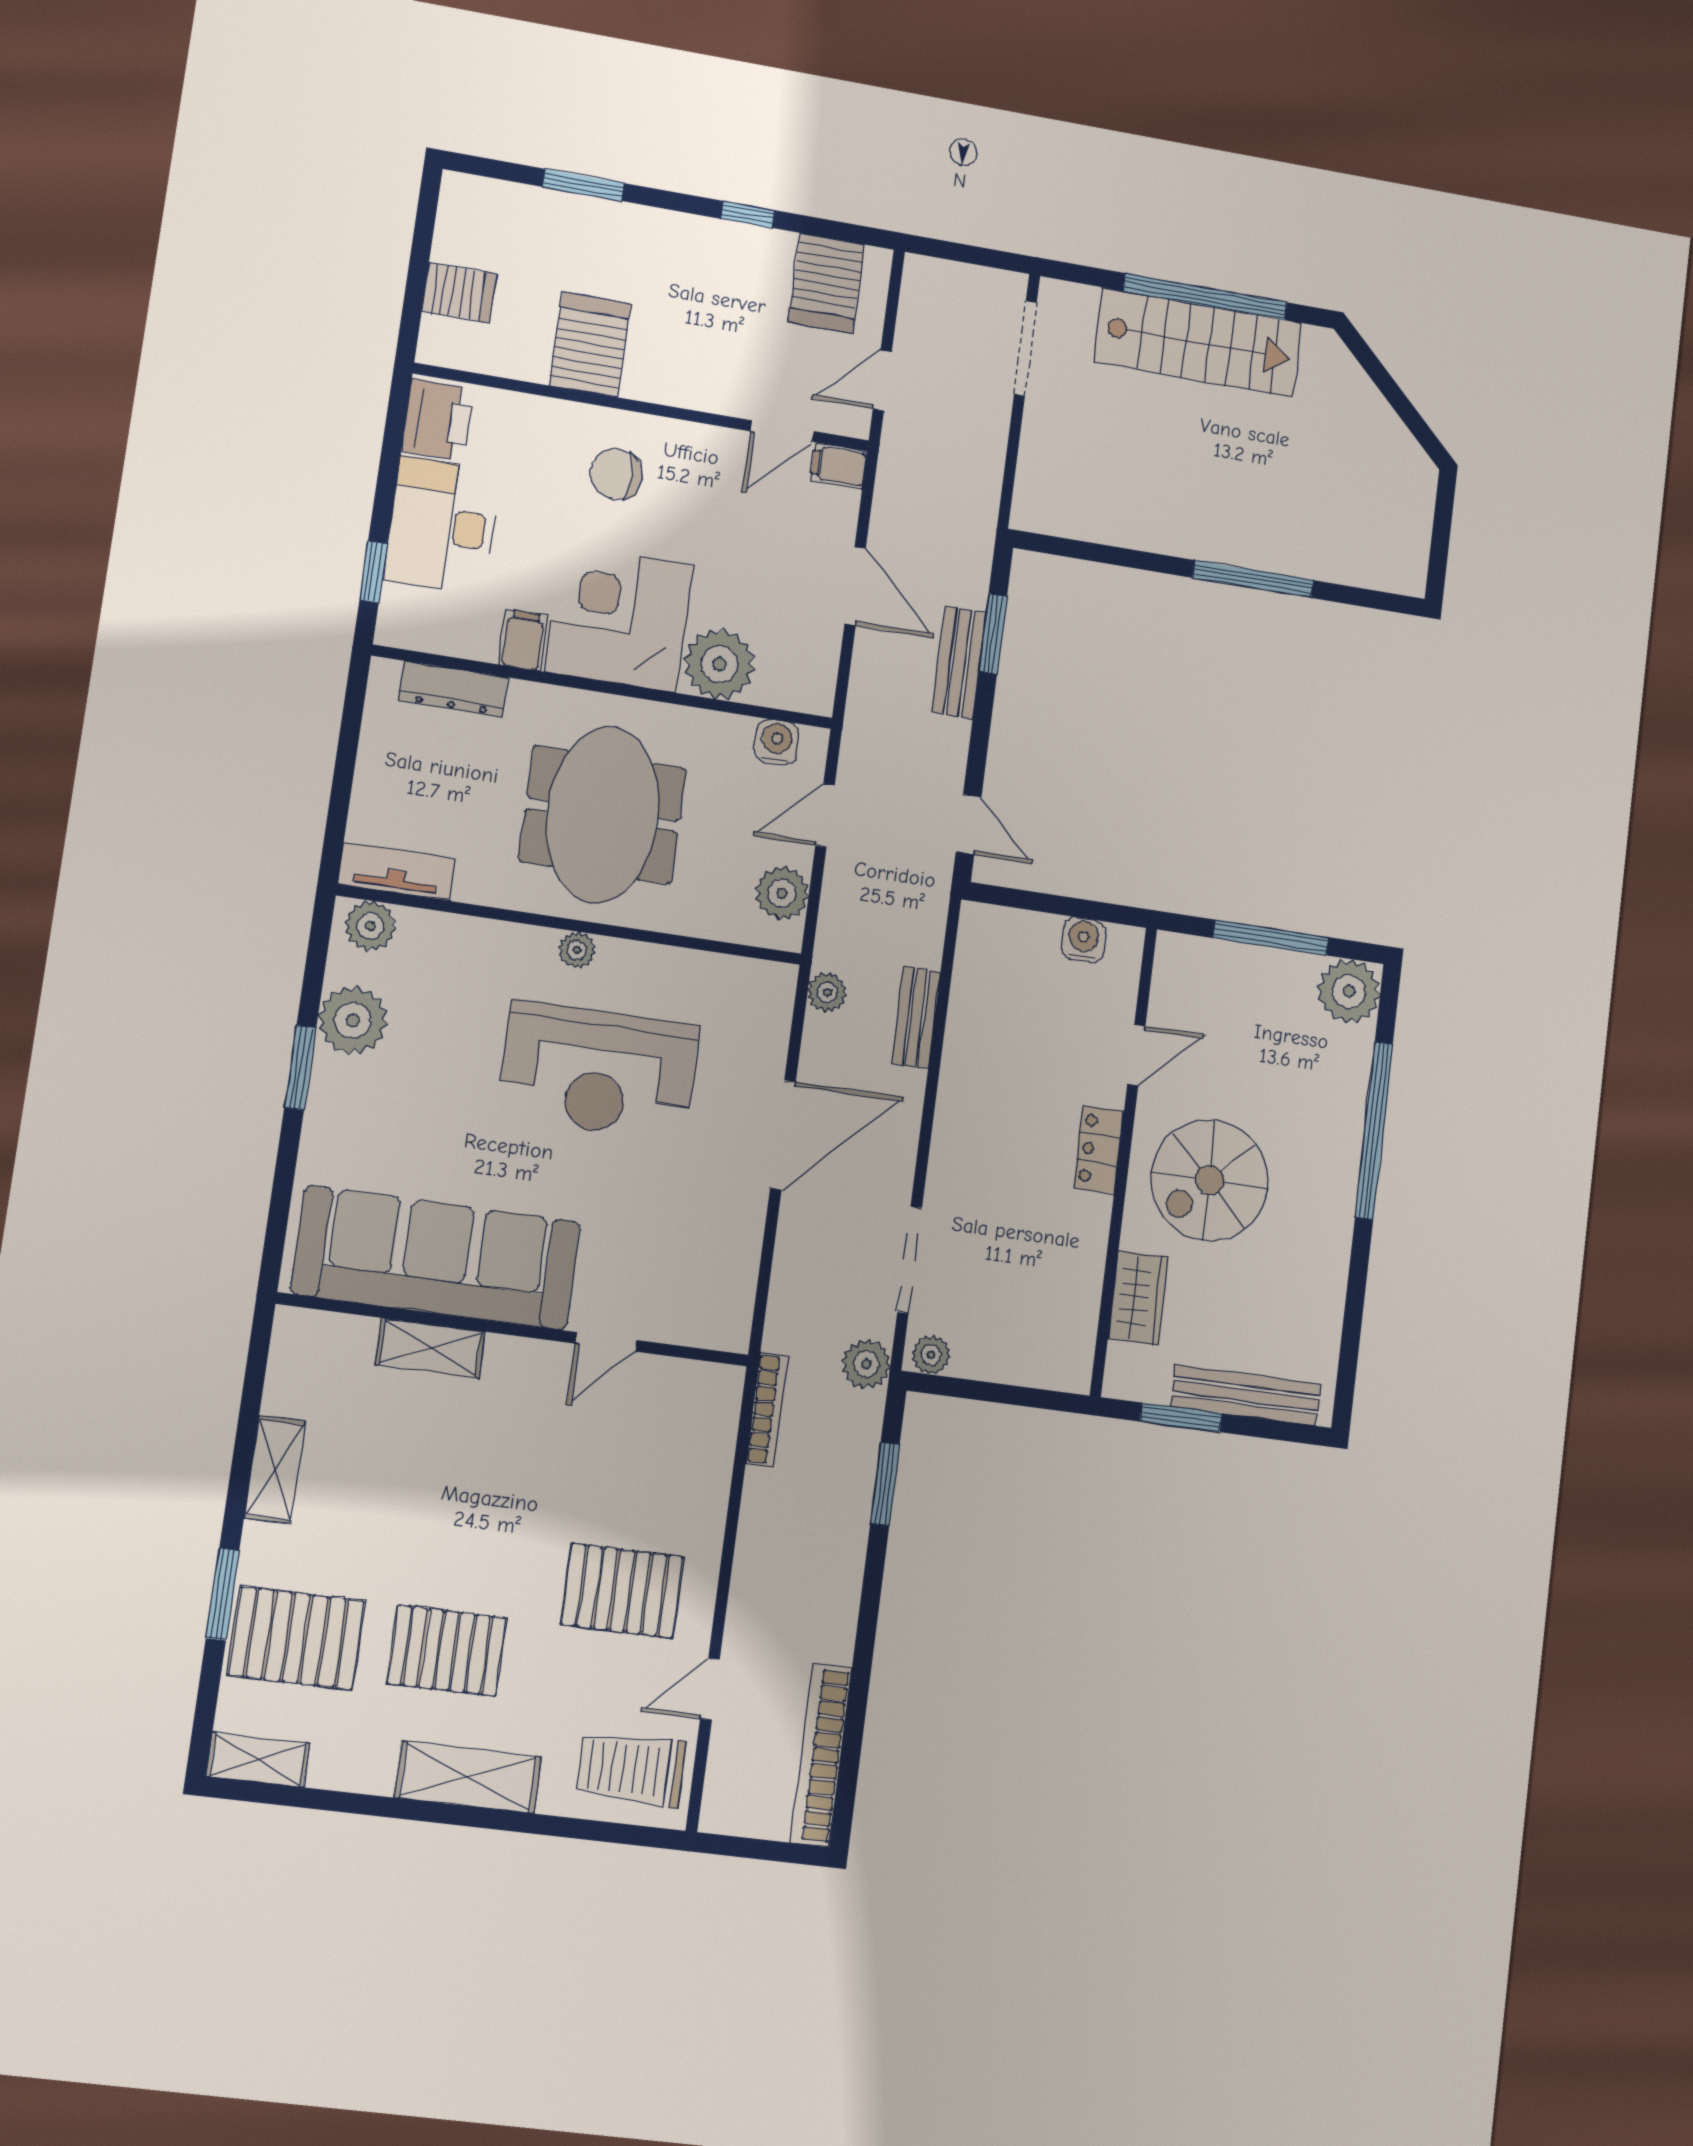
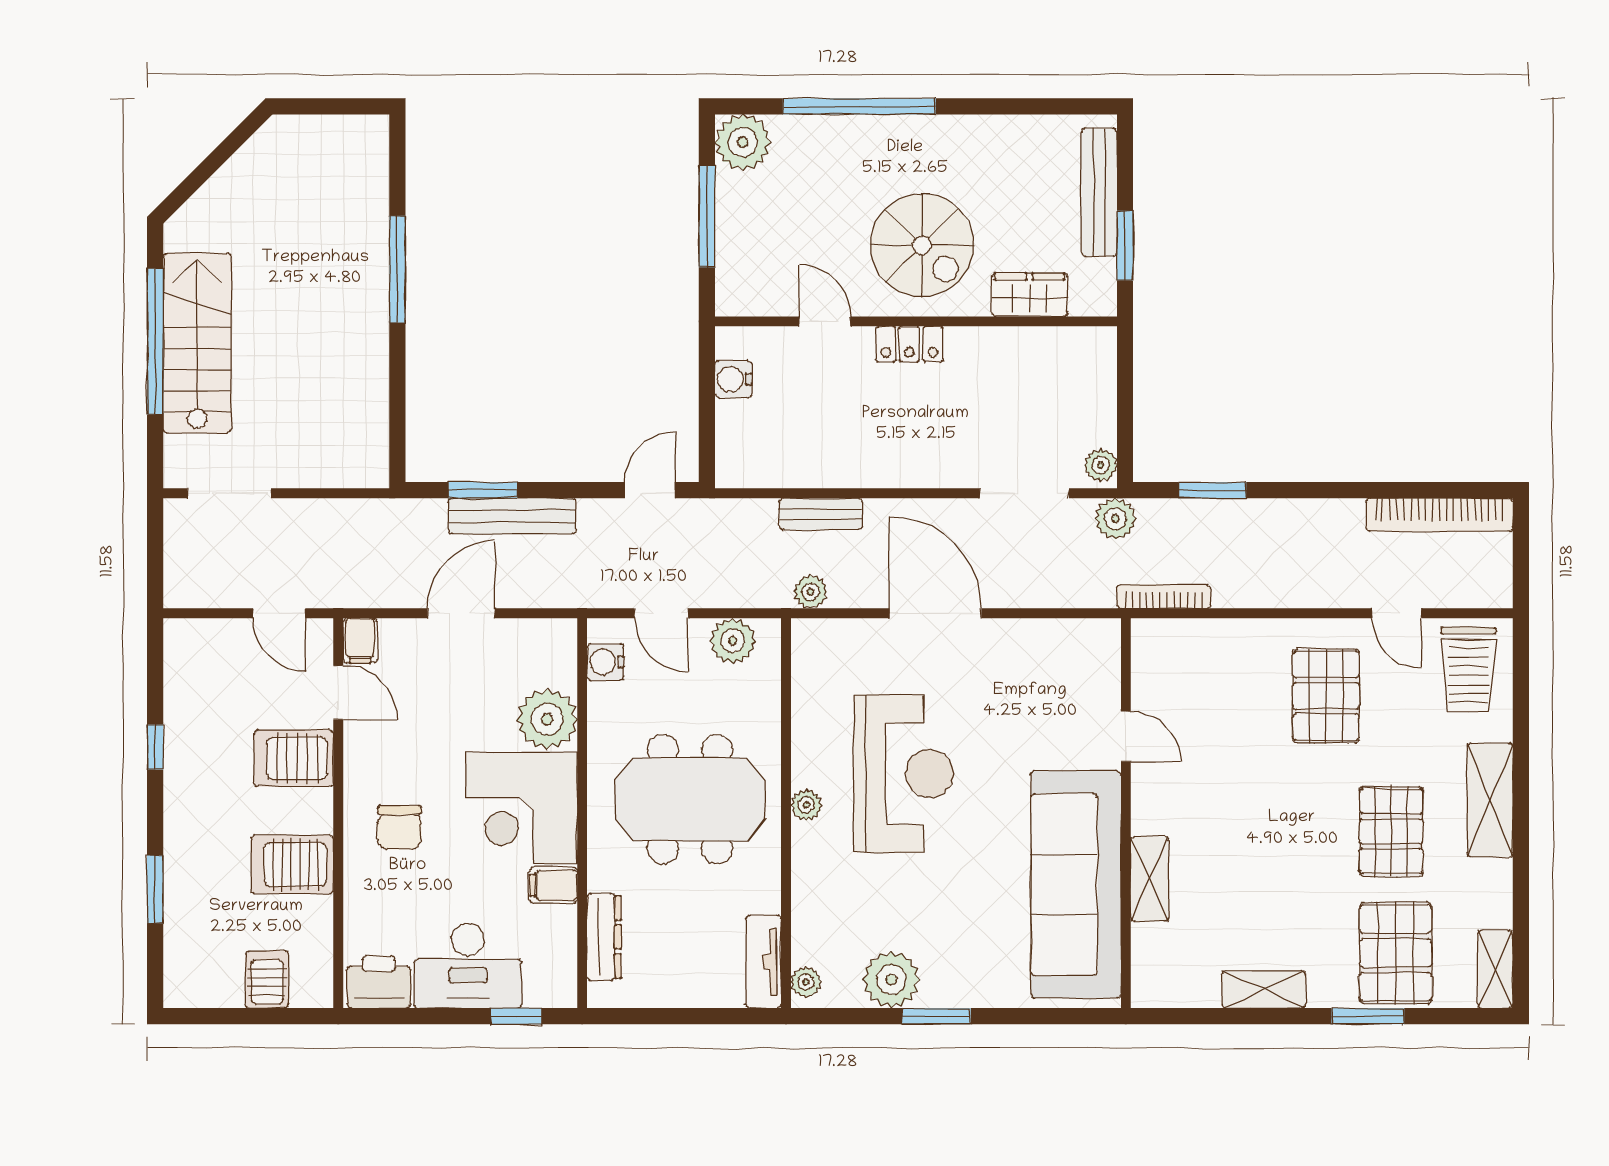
server rack: (826, 283) -> (294, 758), moved, turned 180
bench: (959, 662) -> (512, 516), width x1.36
plant: (370, 926) -> (806, 982), width x0.73, depth x0.73

